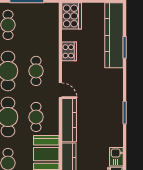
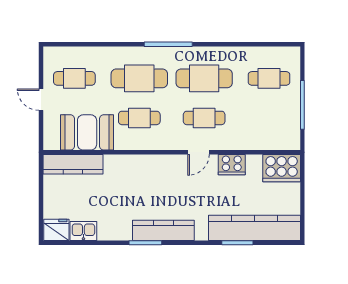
door: (60, 90) -> (198, 152), moved
kitchen counter: (69, 120) -> (163, 230), moved, turned 180

